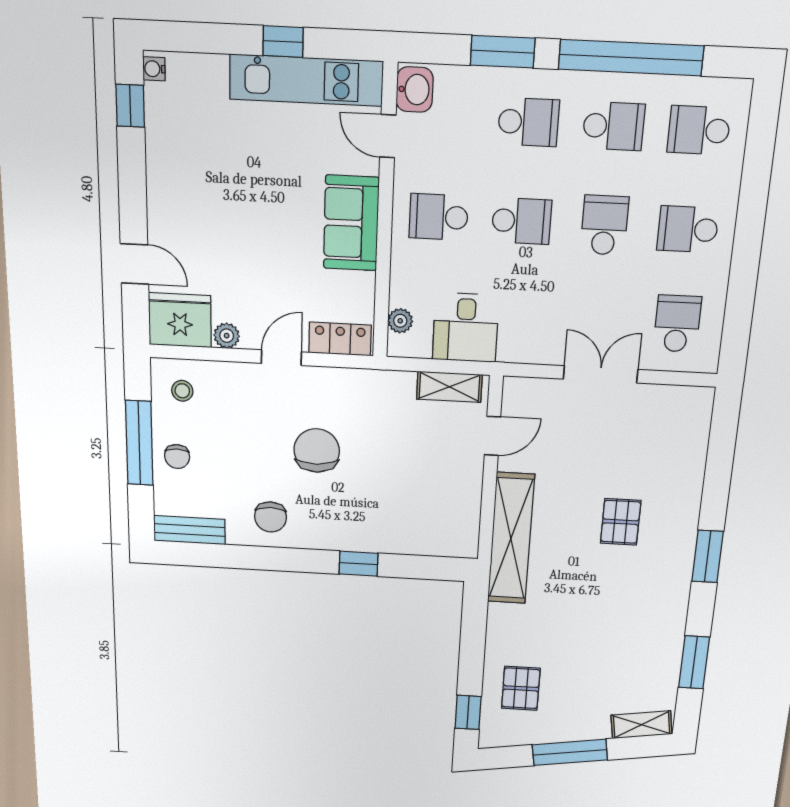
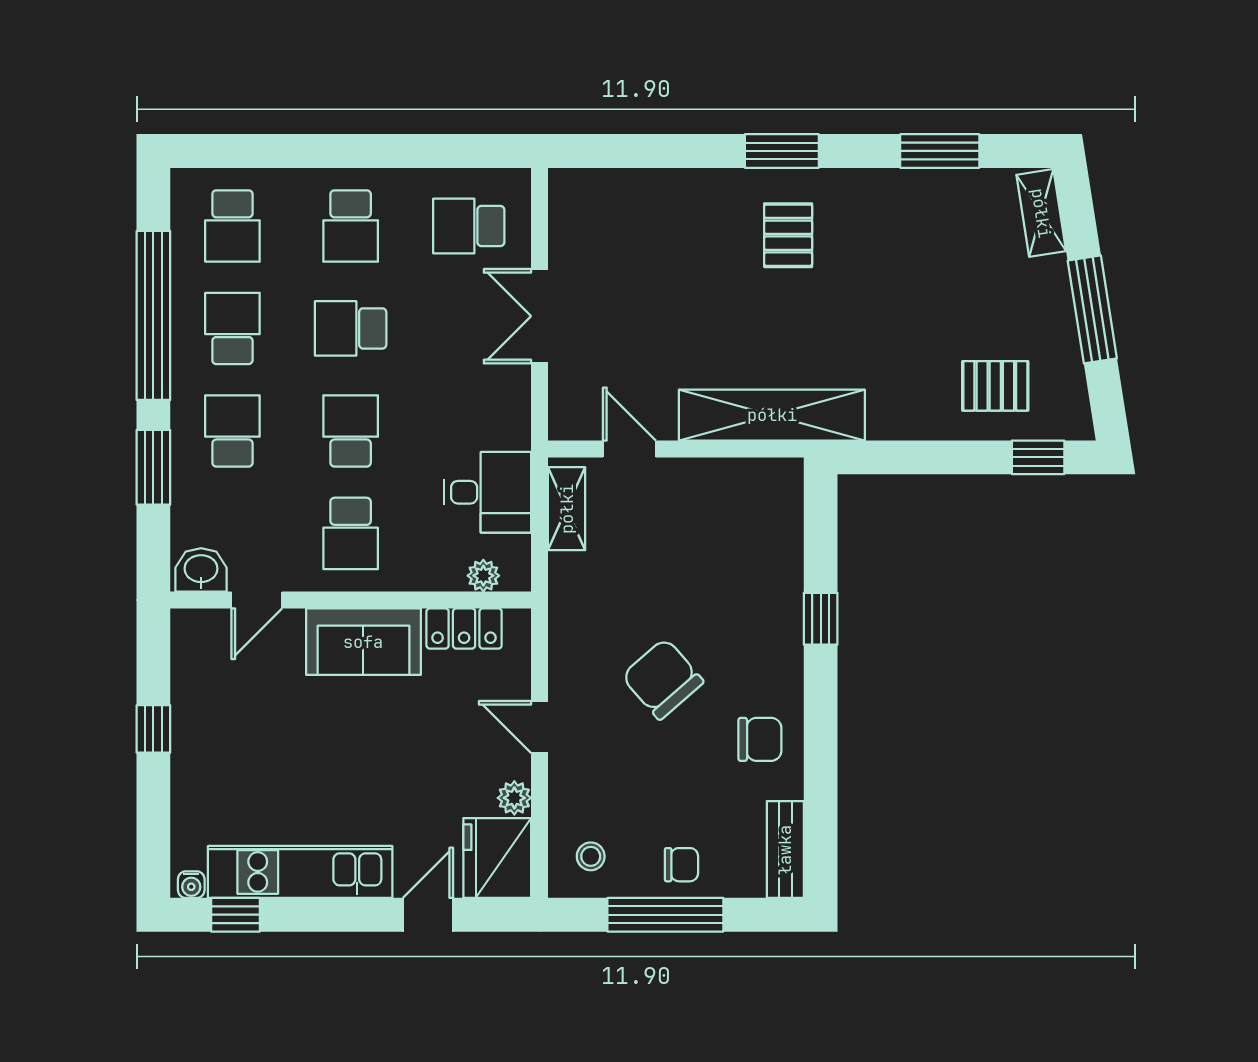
kitchen unit: (306, 80) -> (300, 872), moved, turned -90
locker: (340, 339) -> (464, 628), moved, turned -90
chair: (317, 450) -> (662, 679), turned 51
pallet: (621, 522) -> (788, 235), moved, turned 90

